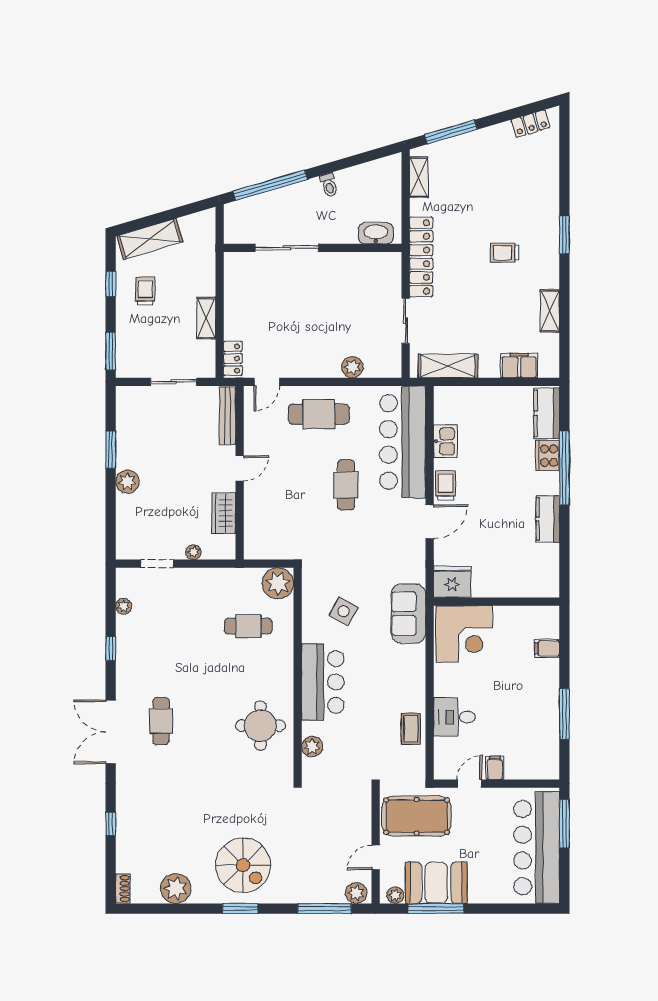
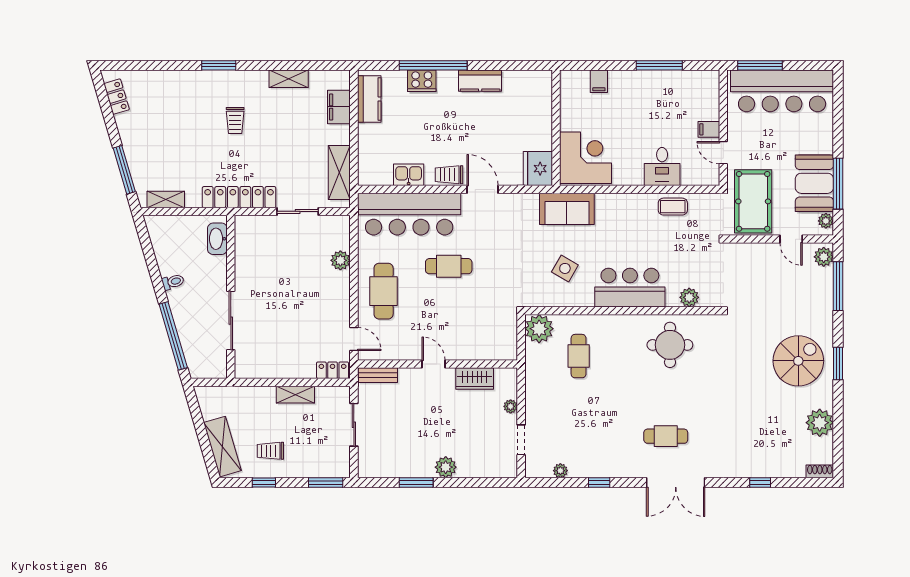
kitchen counter: (547, 413) -> (369, 99), moved, turned -90
bench: (227, 416) -> (378, 375), width x0.73

